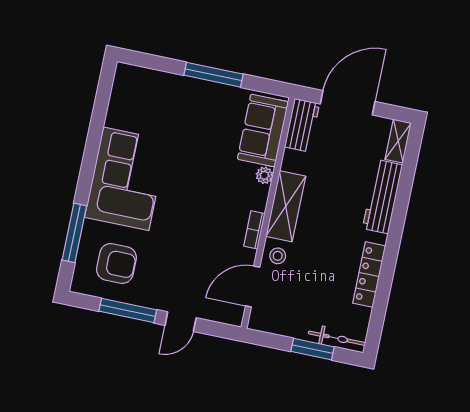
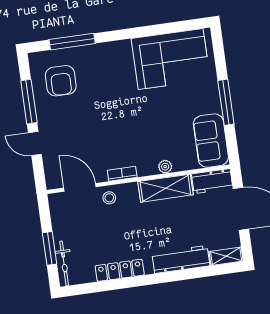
sofa: (263, 130) -> (211, 141), moved, turned -90
corner sofa: (126, 179) -> (171, 59), moved
shelving: (286, 206) -> (165, 188), moved

